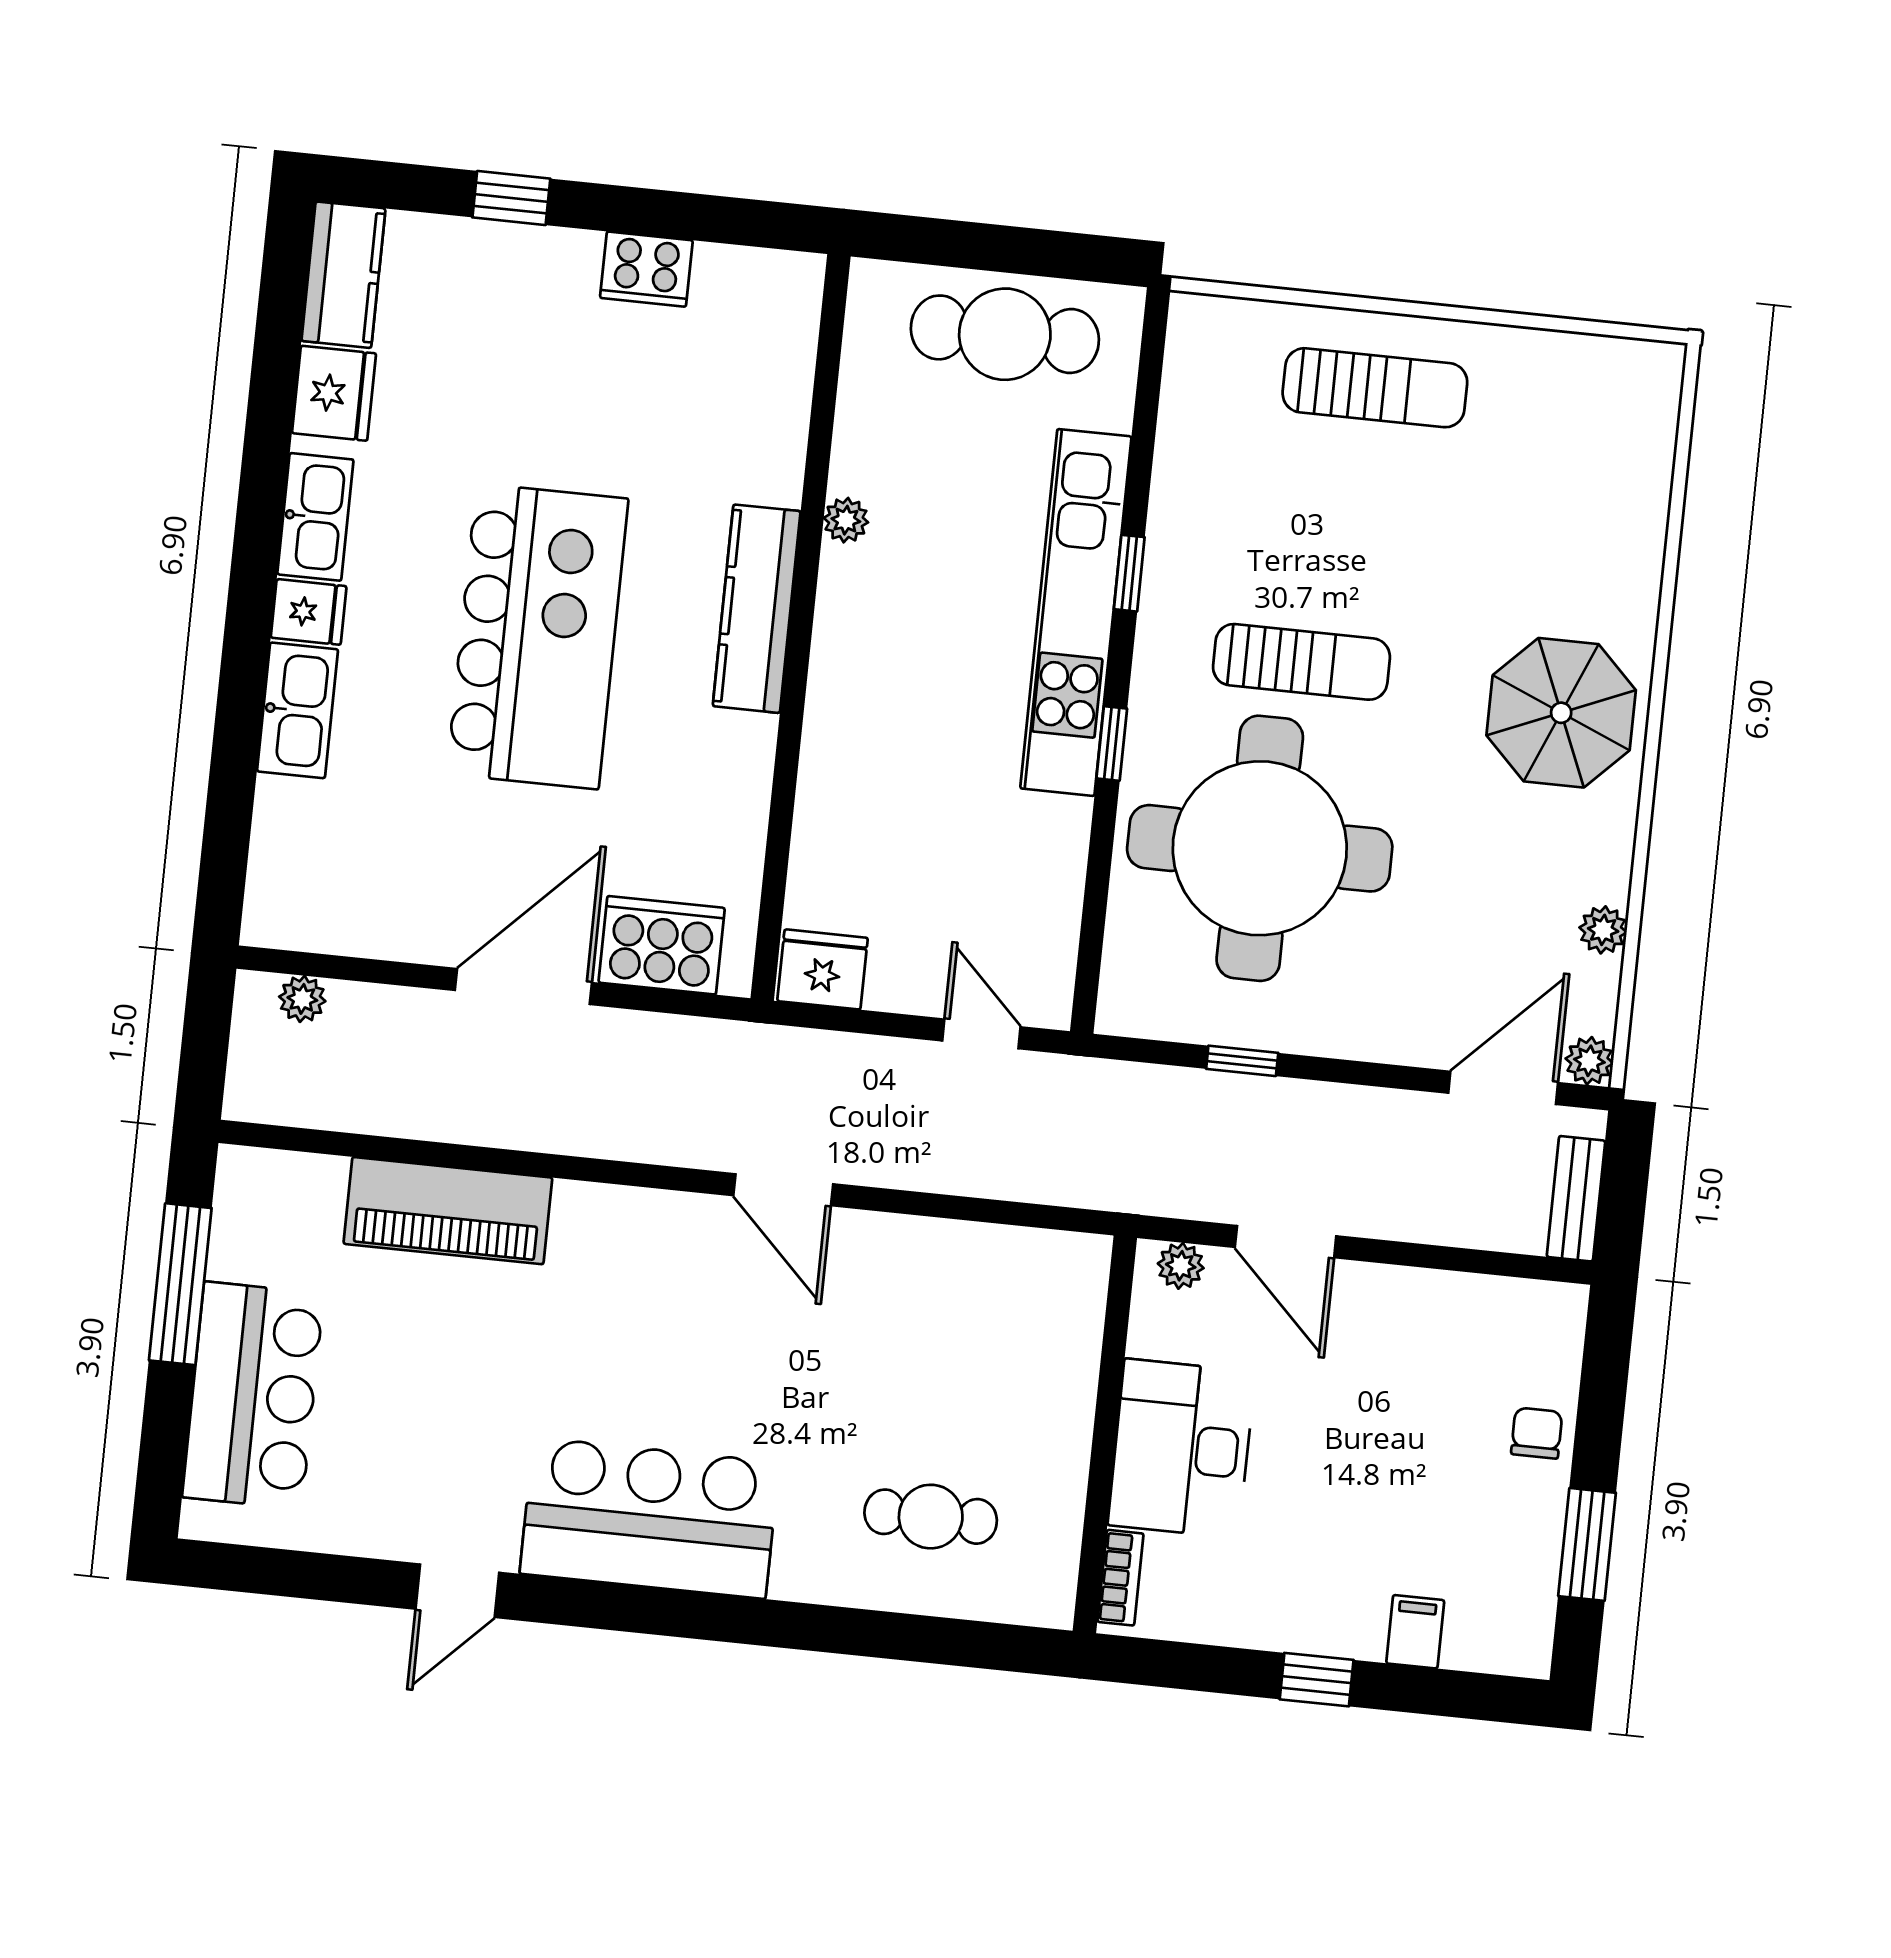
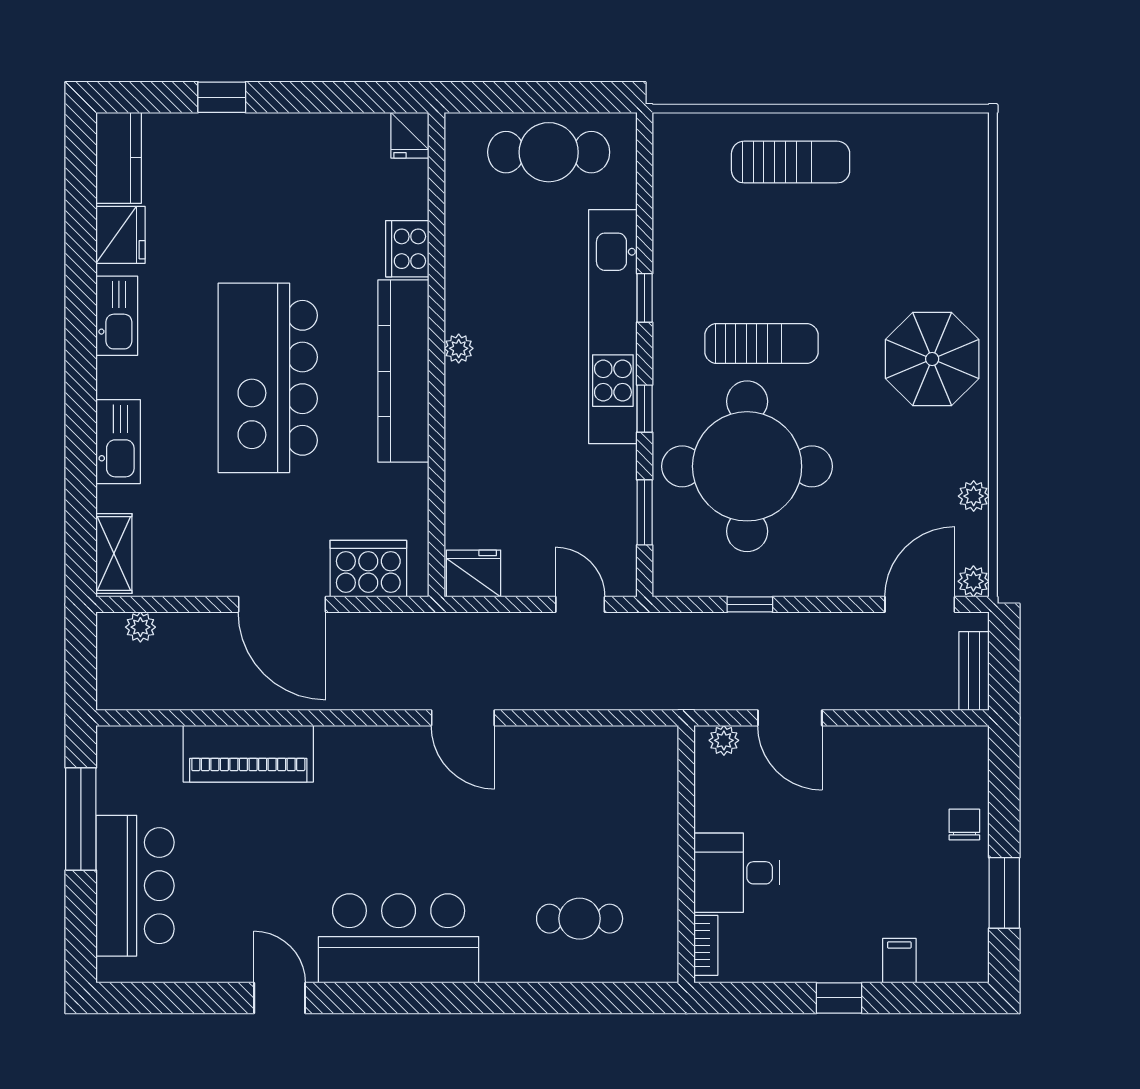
cooker: (646, 269) -> (407, 249), moved, turned 90
plant: (846, 520) -> (459, 348), moved
kitchen counter: (757, 609) -> (403, 371), width x1.39, depth x1.17
fridge: (309, 612) -> (410, 135), moved, turned 90
kitchen island: (537, 636) -> (268, 378), turned 180
shelving: (273, 882) -> (114, 554), added
window: (1095, 903) -> (645, 512), added
door: (523, 987) -> (282, 604), swing flipped
desk: (1181, 1448) -> (737, 873), width x0.73
door: (457, 1591) -> (280, 998), swing flipped

